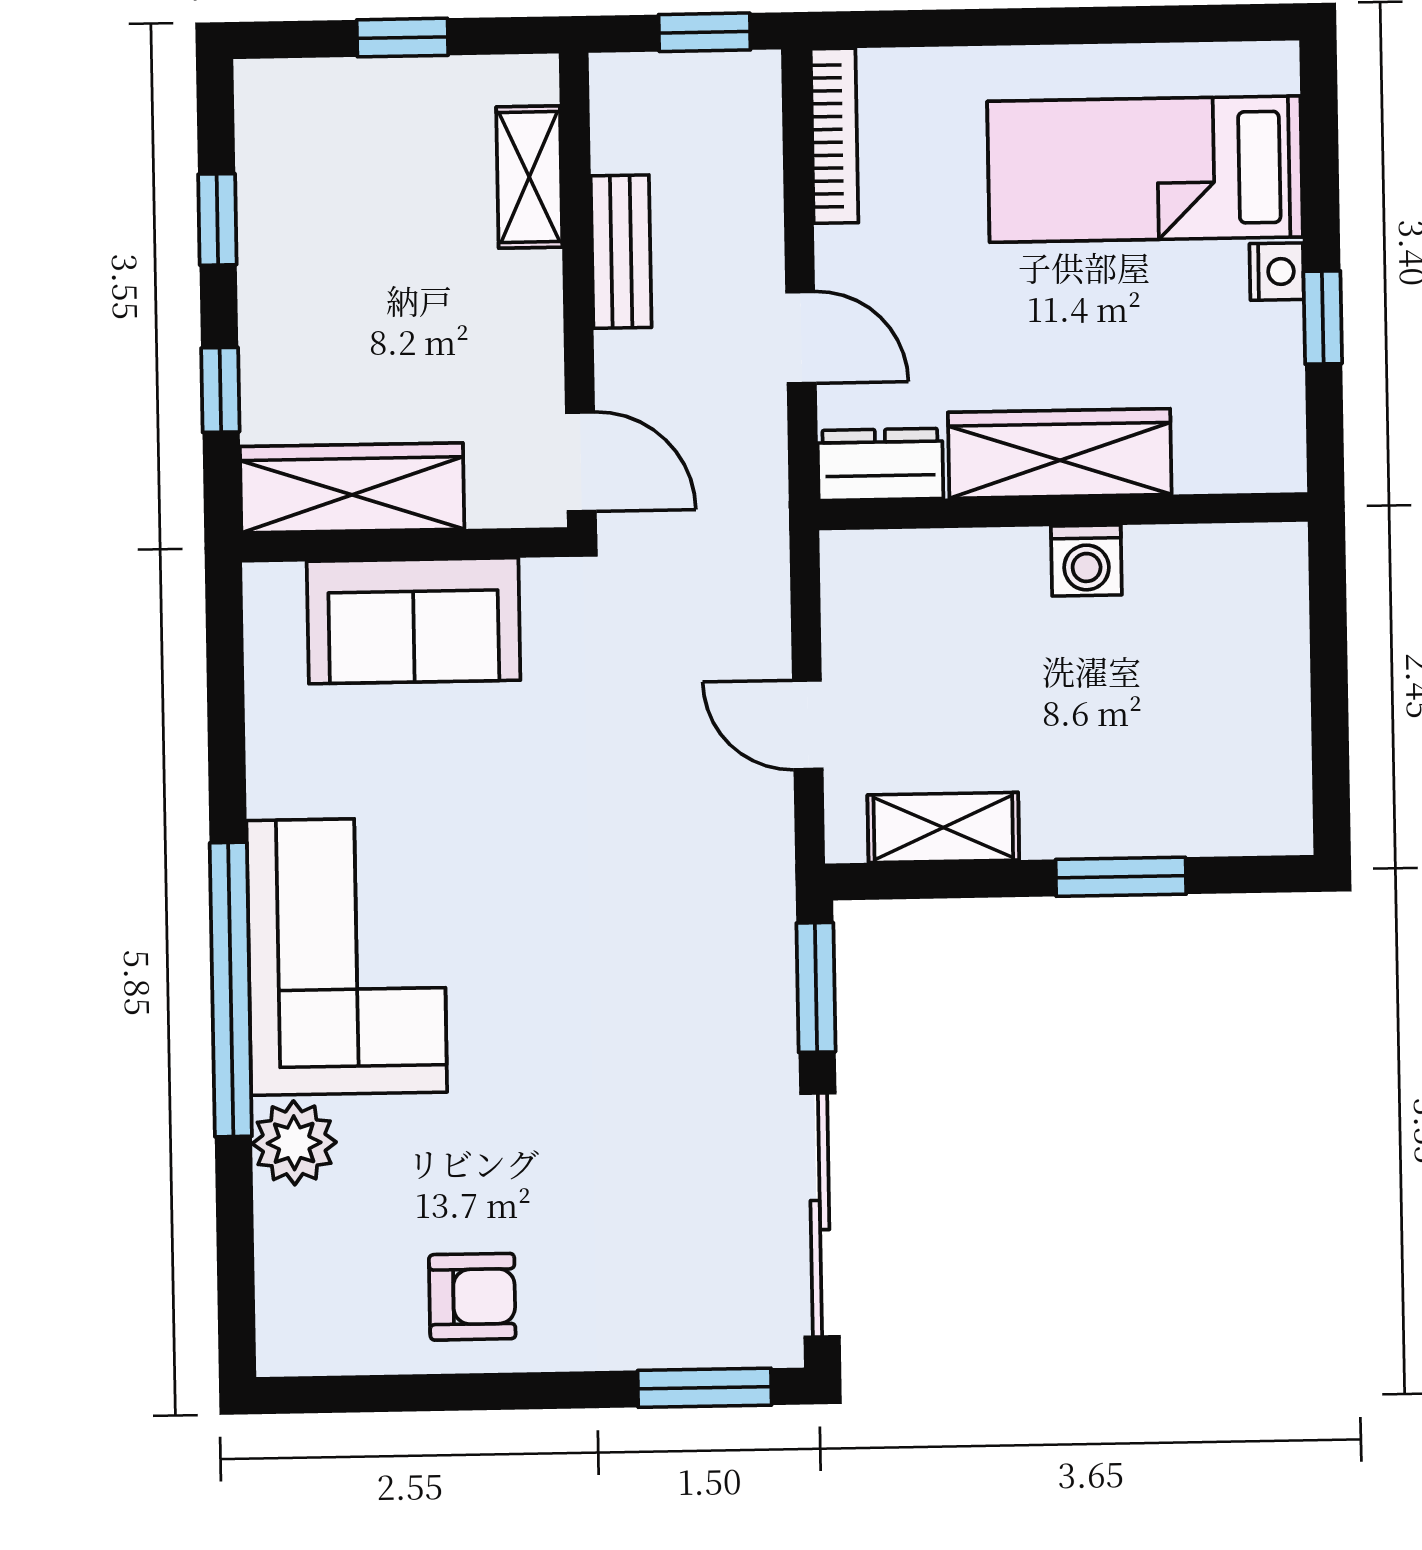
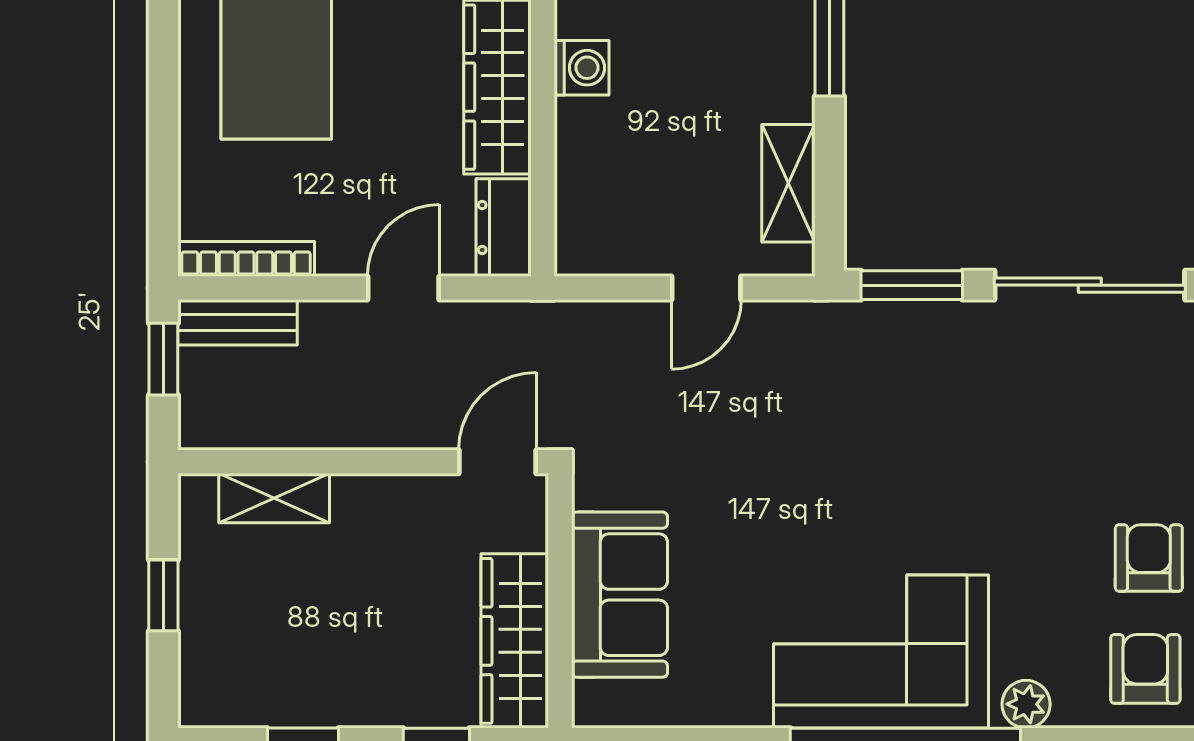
bench: (621, 252) -> (237, 322), moved
plant: (294, 1143) -> (1026, 704), width x0.73, depth x0.73
armchair: (330, 1295) -> (1145, 669), added

